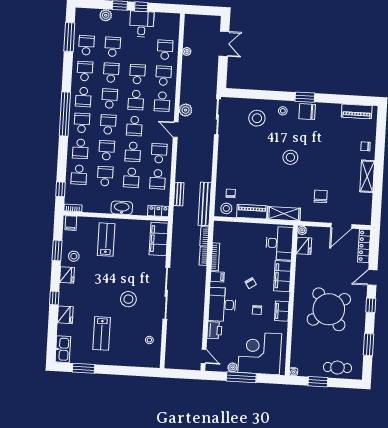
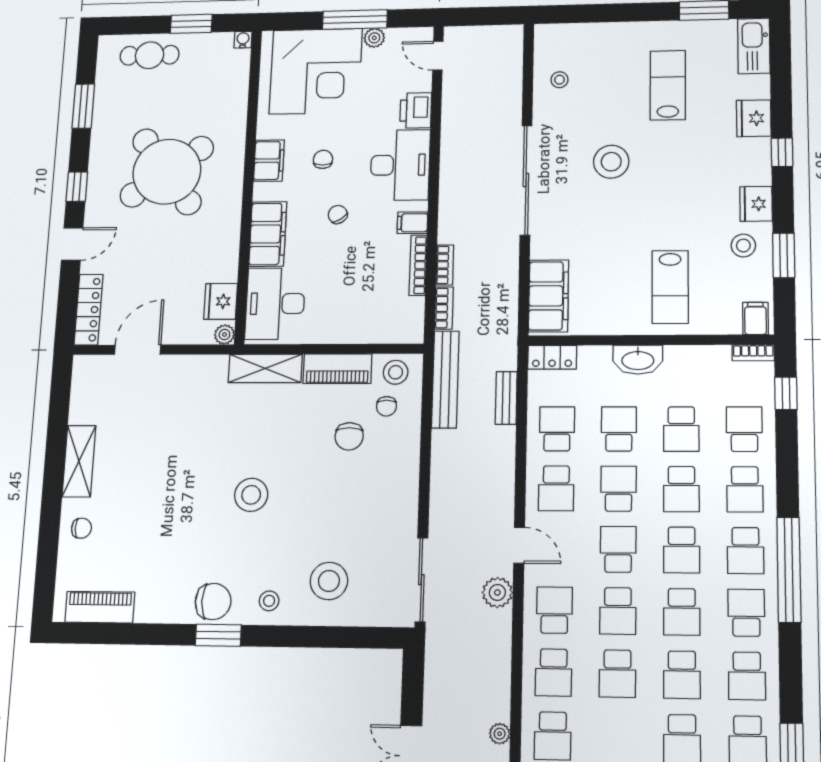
school desk: (136, 100) -> (618, 611), turned 180
school desk: (80, 149) -> (745, 489), turned 180
chair: (321, 196) -> (349, 436), moved

